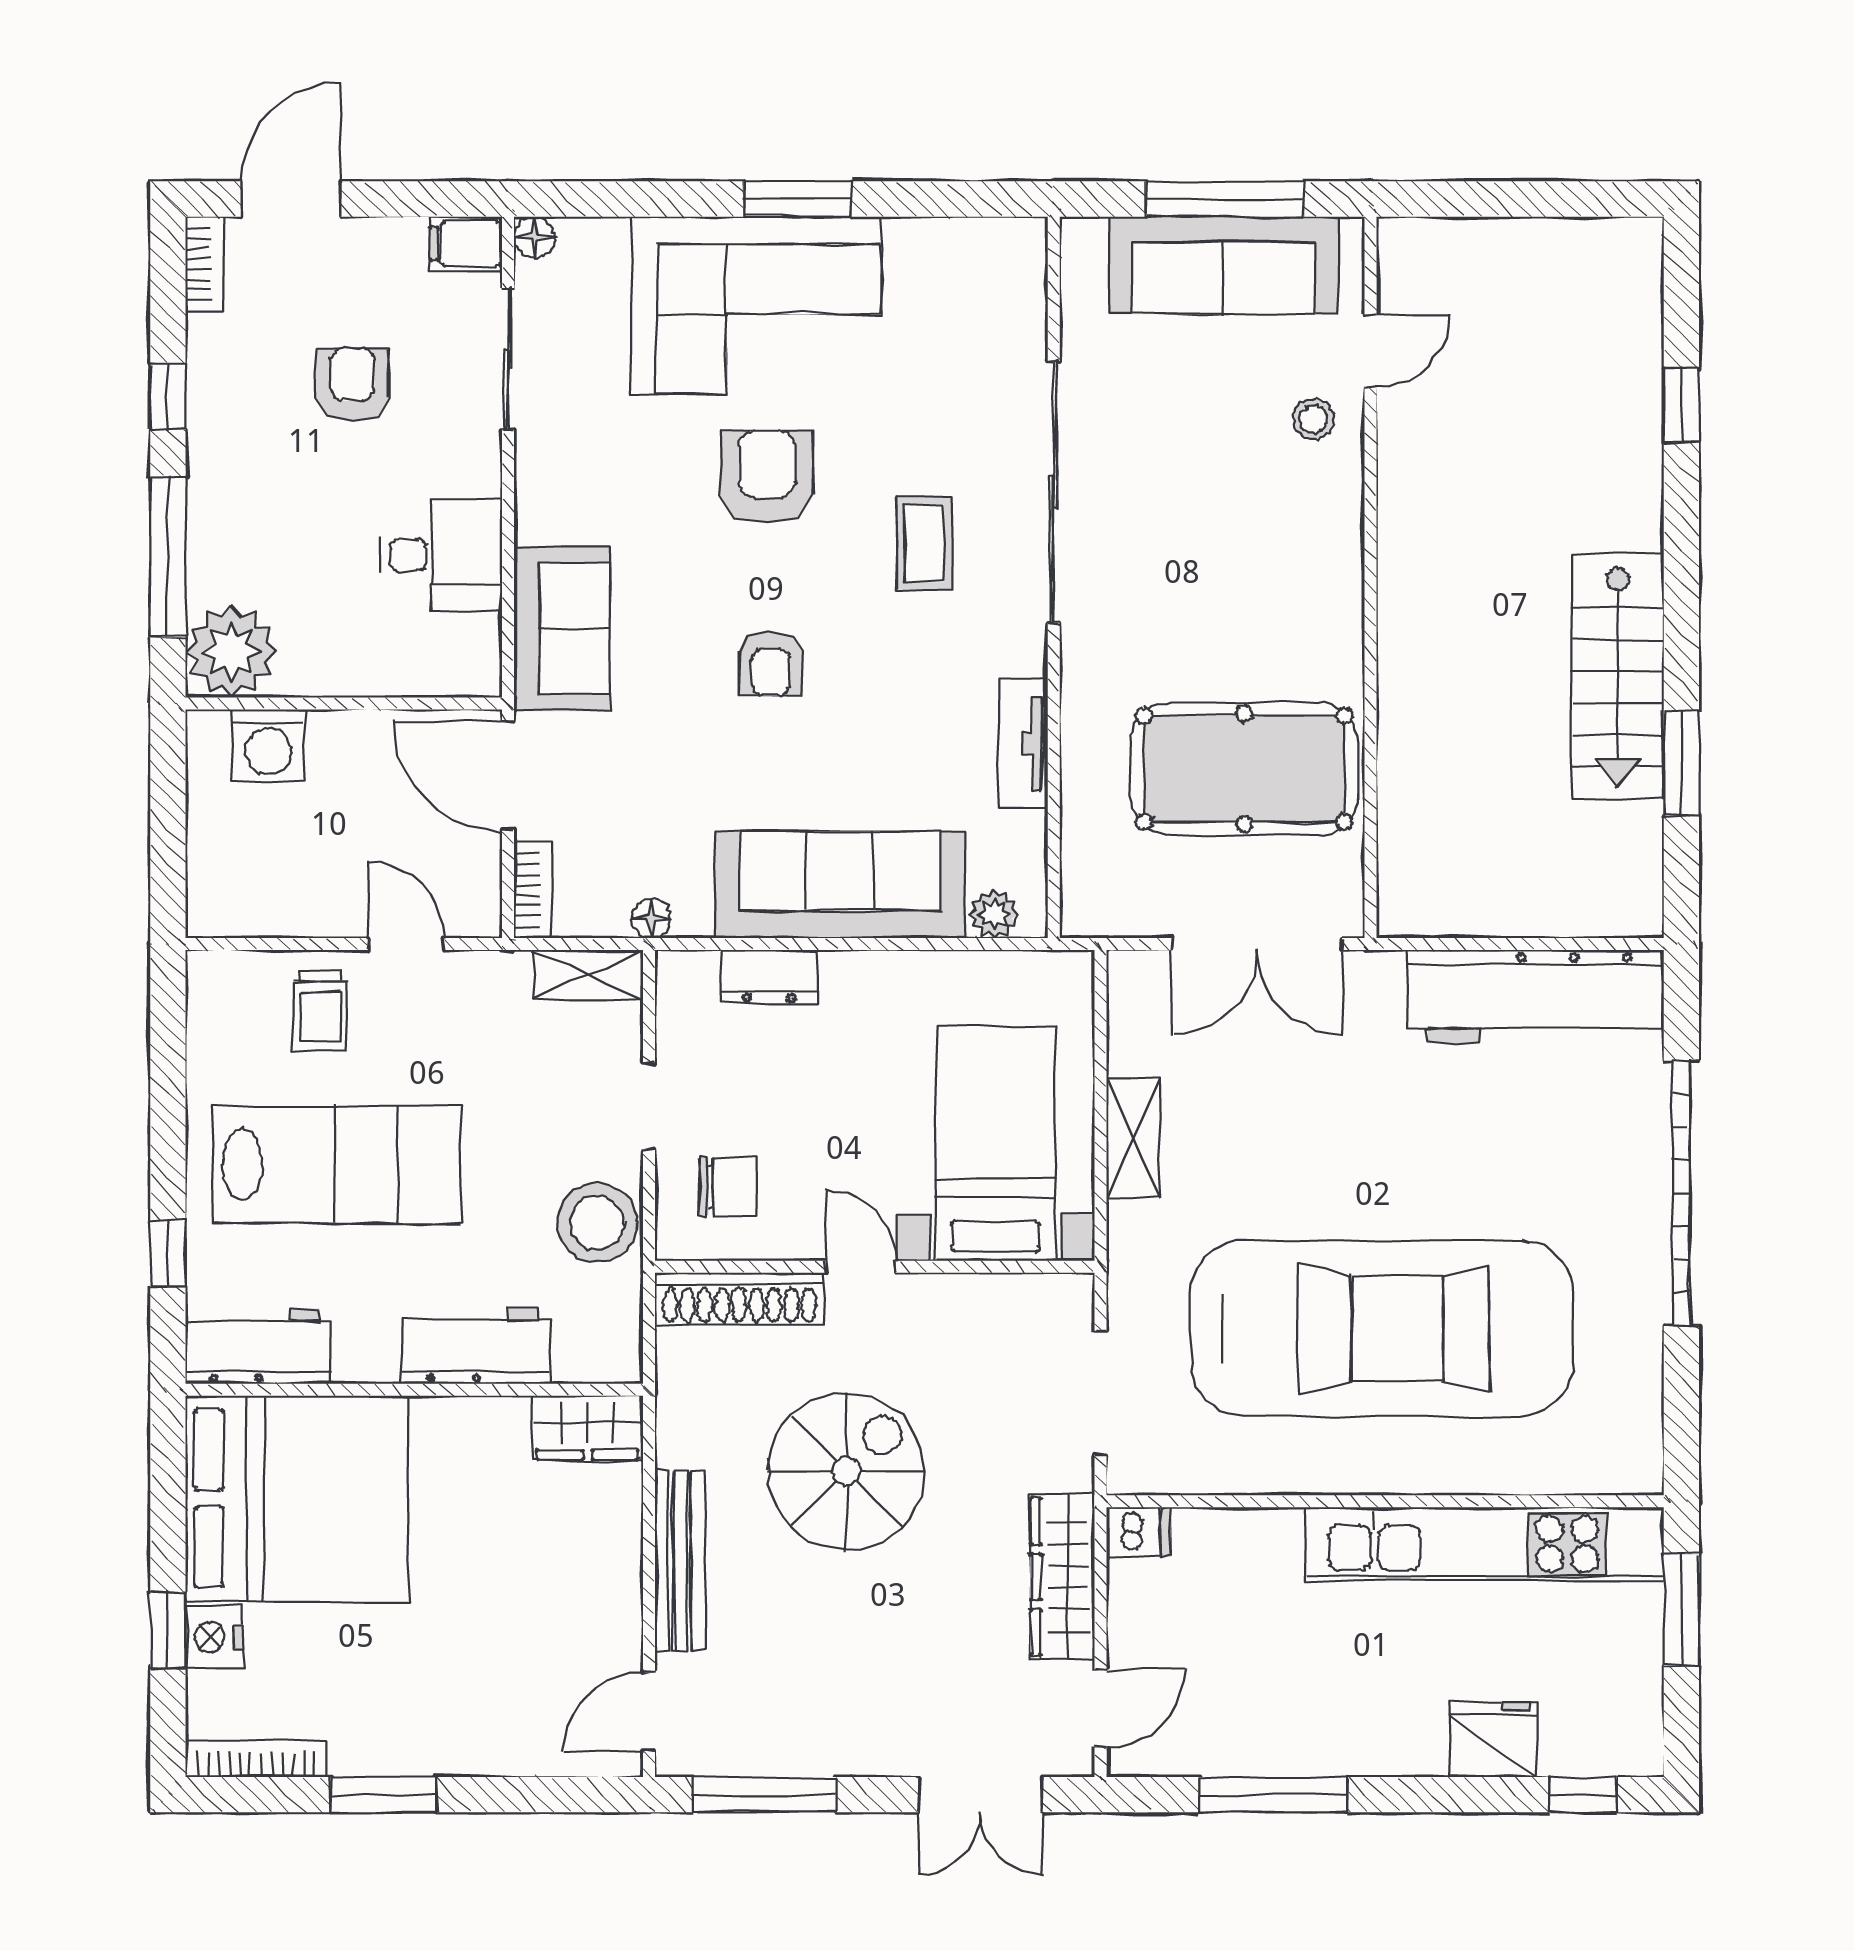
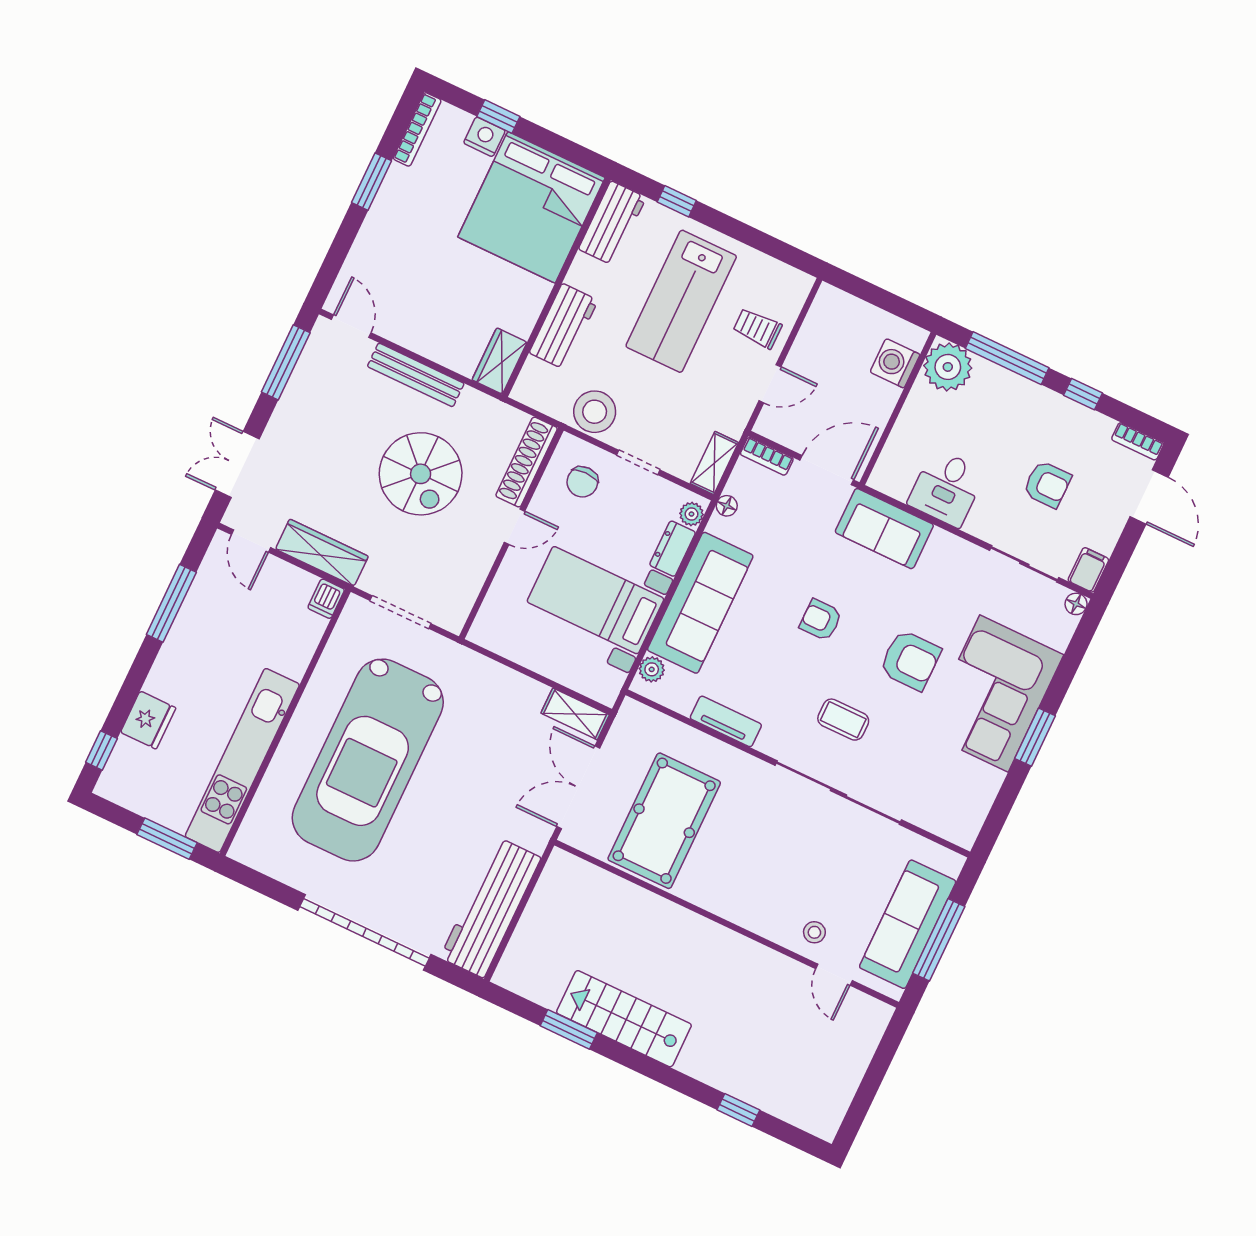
plant: (694, 972) -> (691, 514), added
shelving: (1133, 1138) -> (575, 714), moved
bed with nightstands: (996, 1143) -> (595, 600), moved, turned 180

